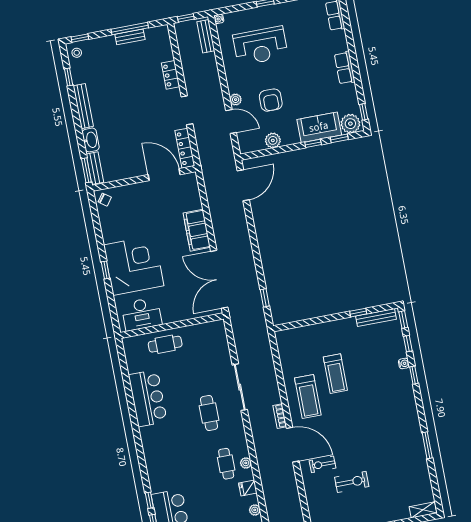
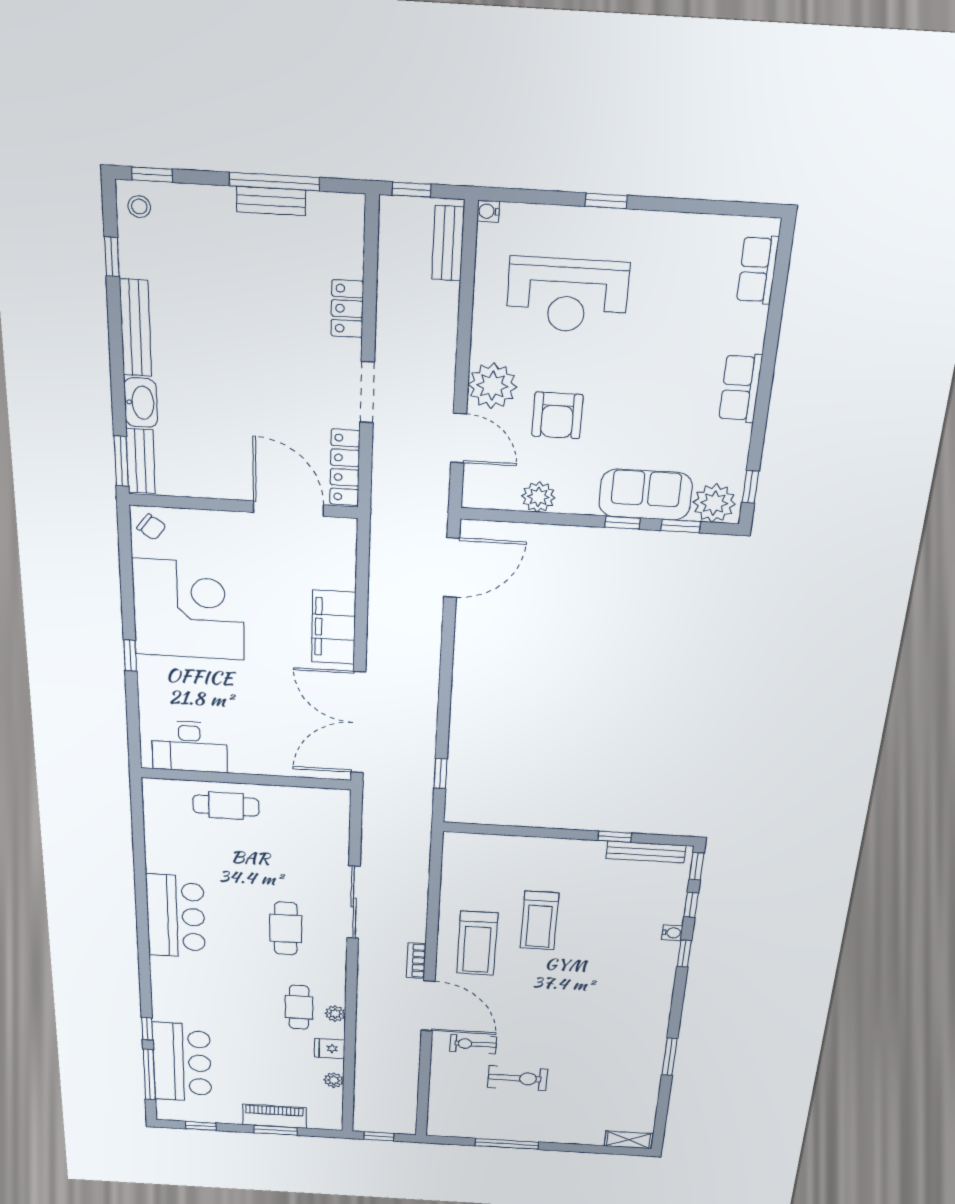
plant: (236, 100) -> (492, 386), width x1.87, depth x1.87
corner desk: (134, 265) -> (189, 610), moved
bar counter: (148, 398) -> (176, 916), moved

